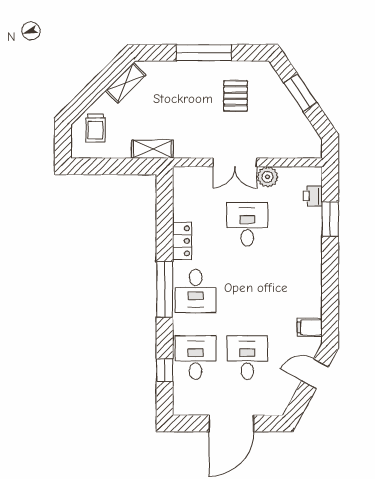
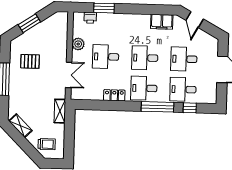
double door: (235, 162) -> (69, 75), moved
window: (165, 289) -> (158, 107), moved
desk: (196, 291) -> (144, 88), turned 180
desk: (247, 291) -> (145, 58), added
filing cabinet: (310, 327) -> (162, 22), width x2.00

